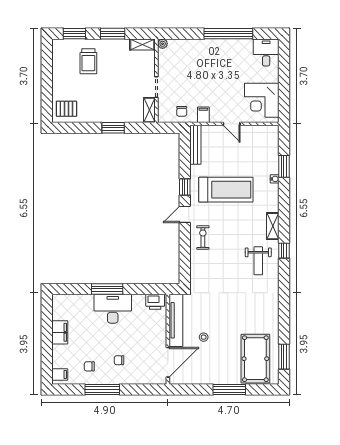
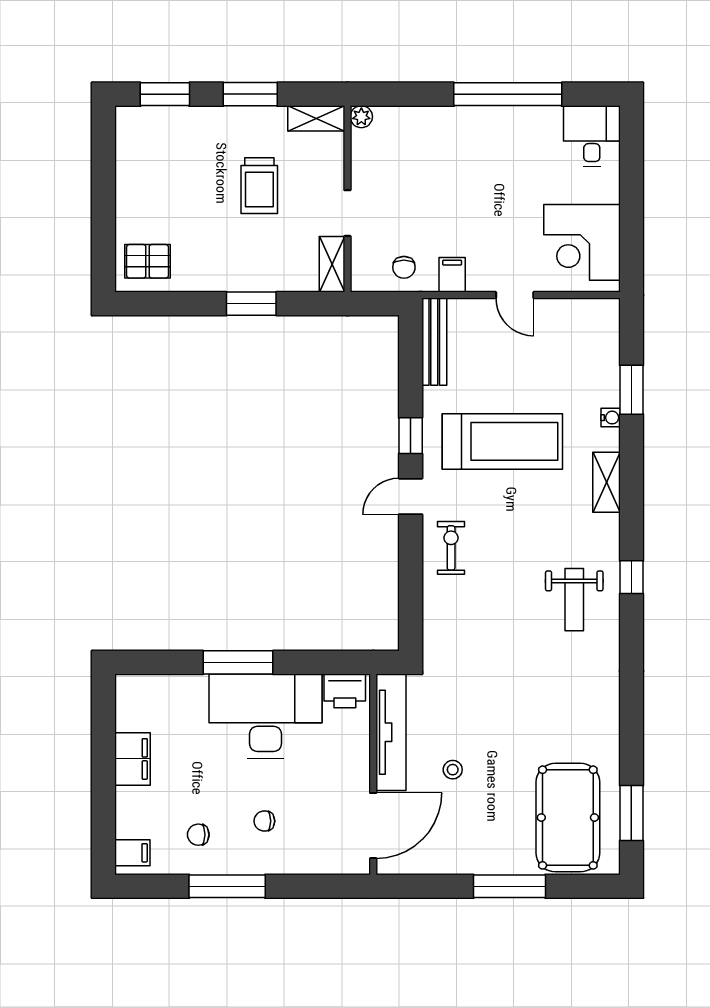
trolley: (88, 61) -> (259, 186), moved
shelving: (273, 226) -> (606, 482), moved
desk: (113, 309) -> (266, 716), width x1.36, depth x1.30

